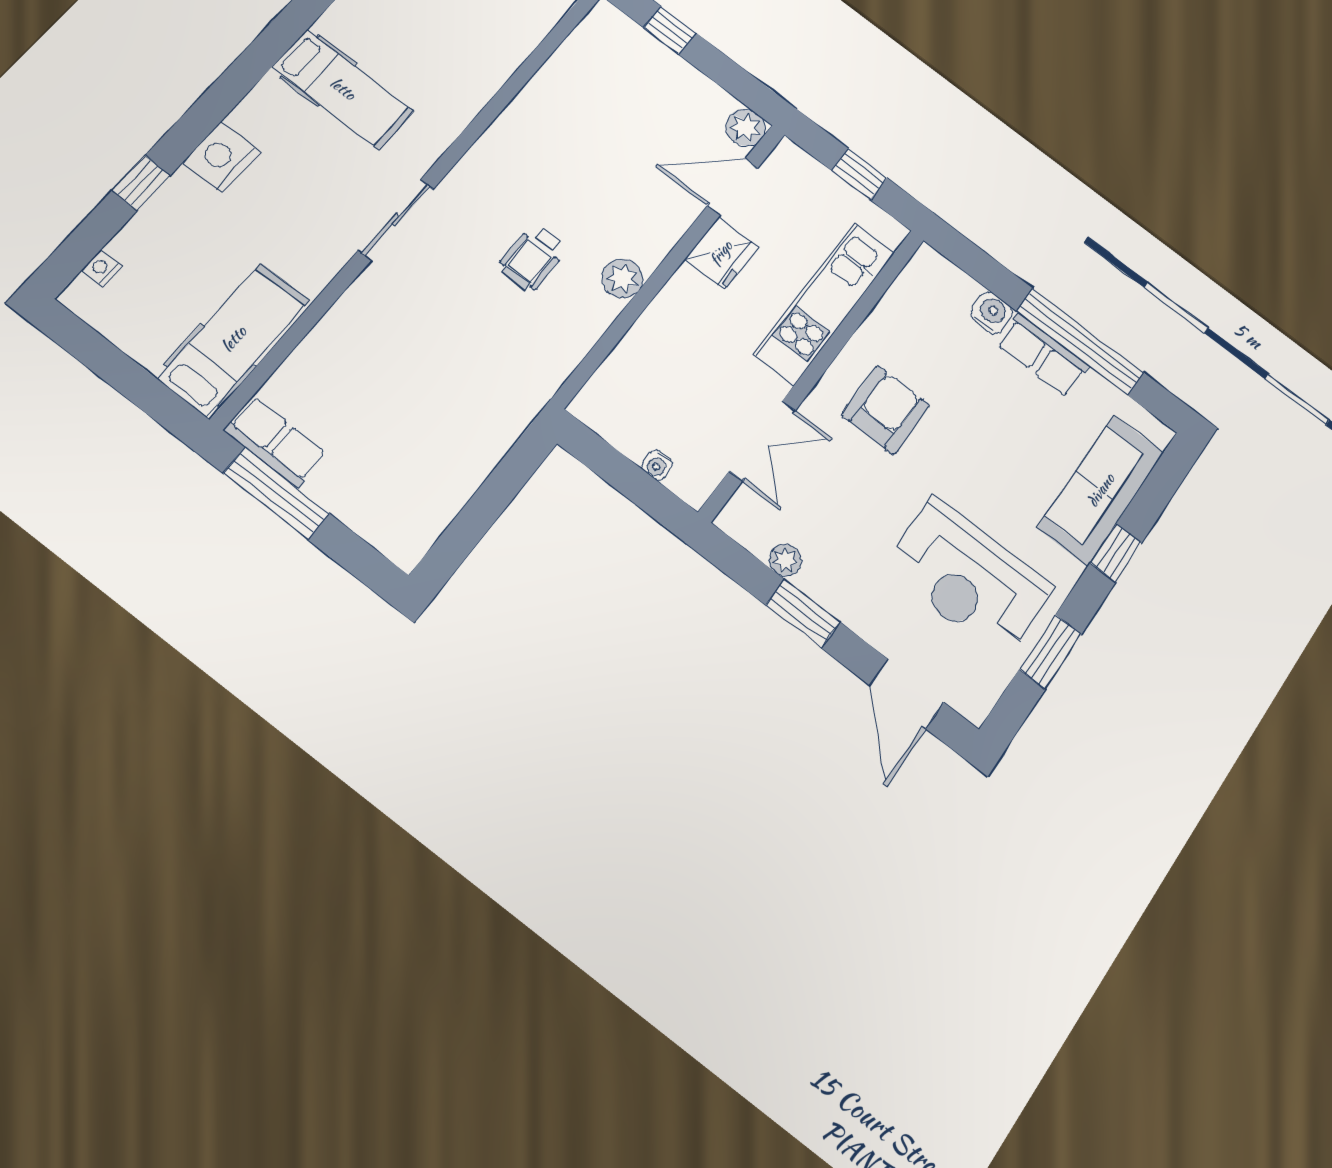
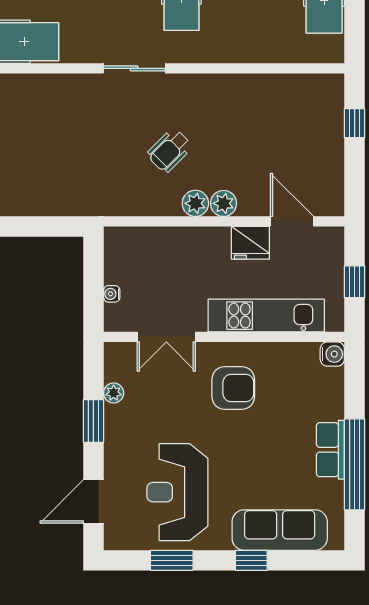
plant: (746, 128) -> (224, 203), moved
wheelchair: (532, 258) -> (169, 150), turned -45
water cooler: (991, 313) -> (332, 354), moved

